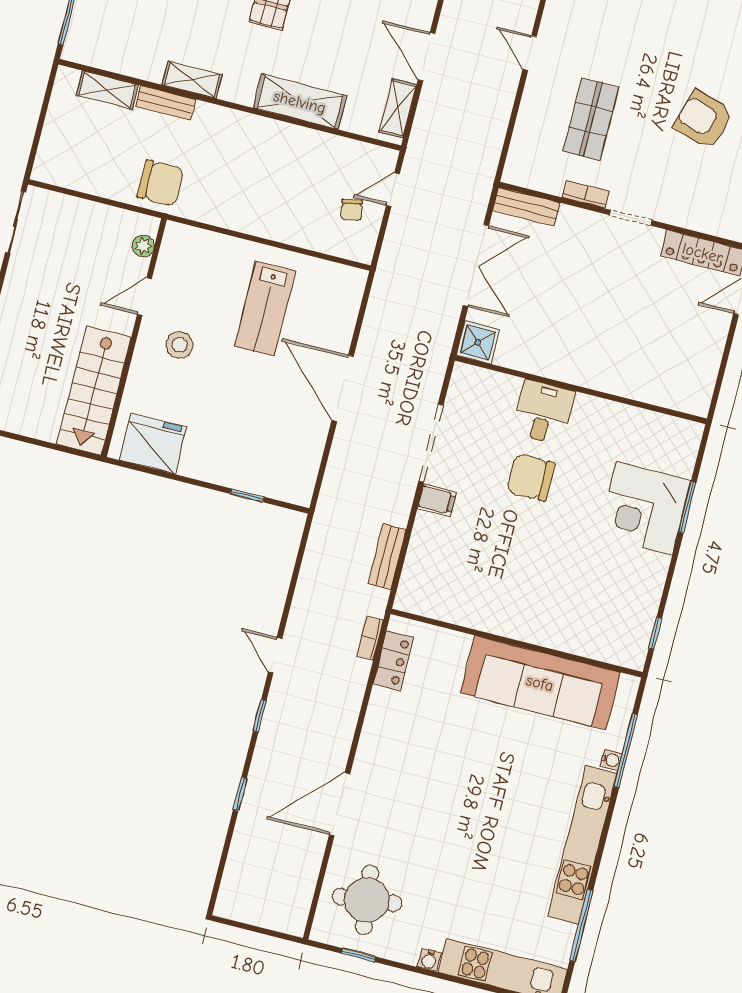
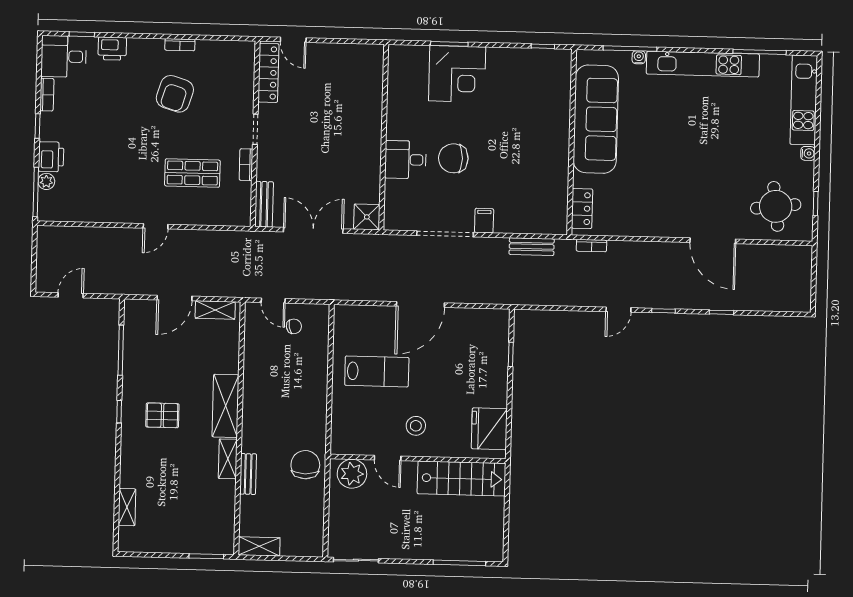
shelving: (107, 90) -> (259, 546), moved, turned 90
shelving: (300, 102) -> (226, 406), moved
plant: (143, 246) -> (352, 474), width x1.88, depth x1.88
chair: (531, 477) -> (453, 158), turned 90
locker: (393, 661) -> (582, 209), moved, turned 90

